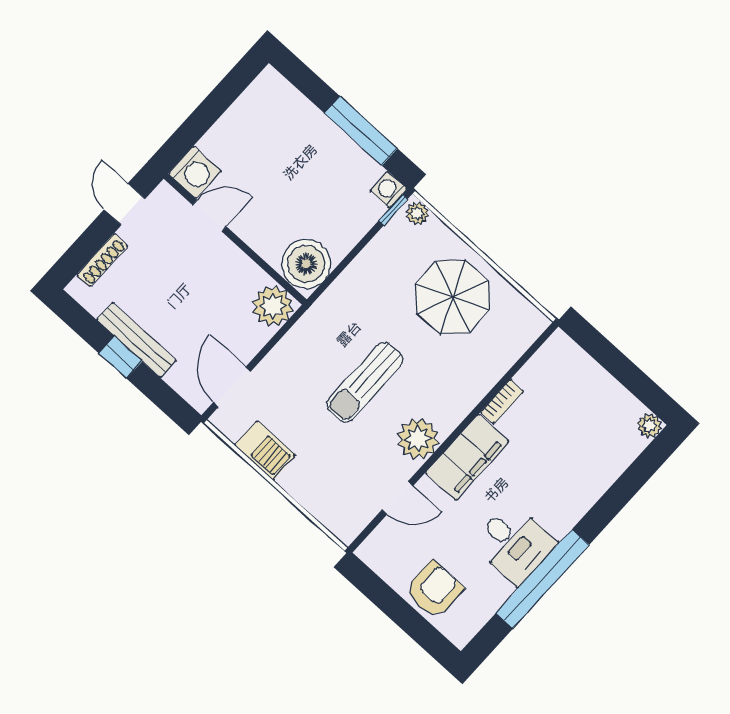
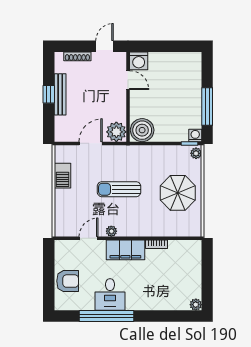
door: (232, 387) -> (91, 143), moved
plant: (418, 439) -> (111, 231), width x0.53, depth x0.53
door: (398, 498) -> (89, 238), swing flipped

